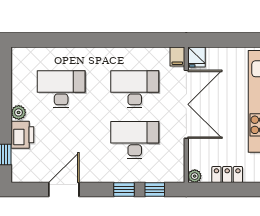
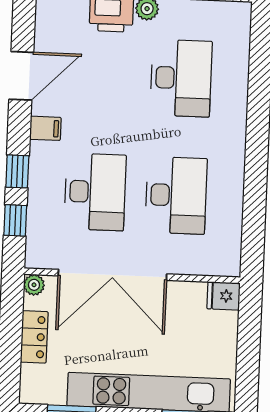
filing cabinet: (177, 56) -> (45, 128), moved, turned 180
double door: (186, 104) -> (112, 275), moved
door: (64, 190) -> (21, 76), hinge flipped

